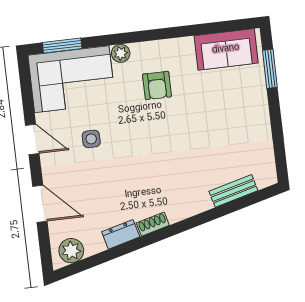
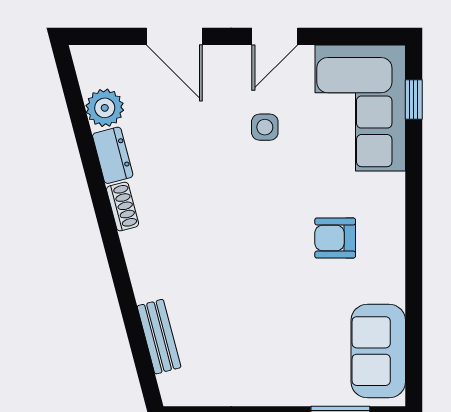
window: (62, 46) -> (414, 99), width x0.67
plant: (121, 53) -> (391, 188), removed
door: (40, 204) -> (174, 36), hinge flipped
plant: (71, 251) -> (105, 108), moved

